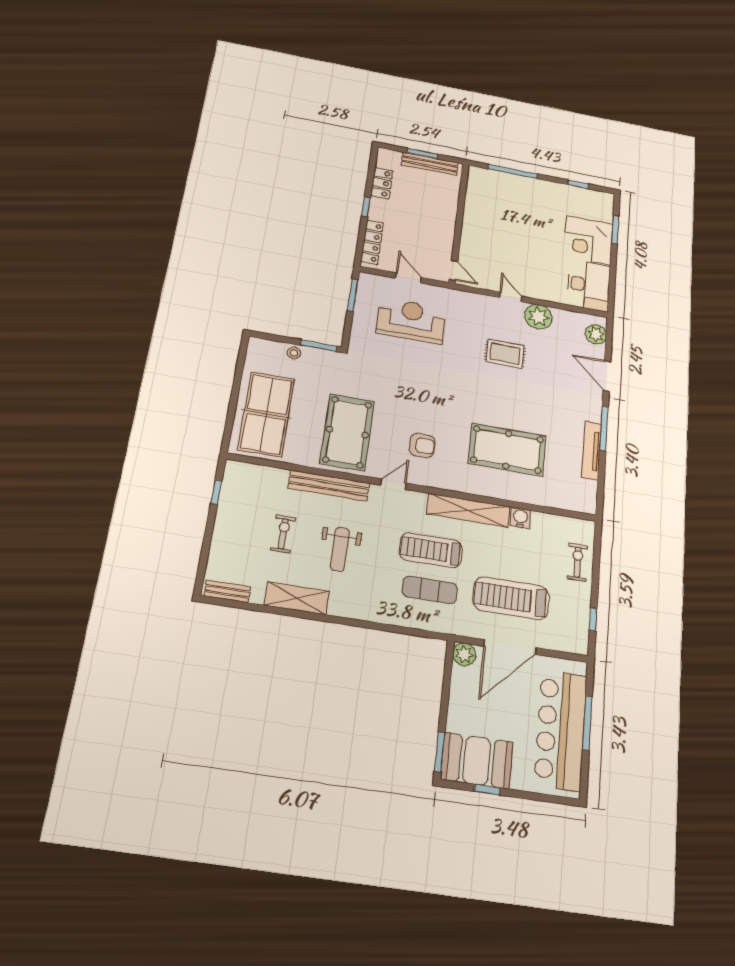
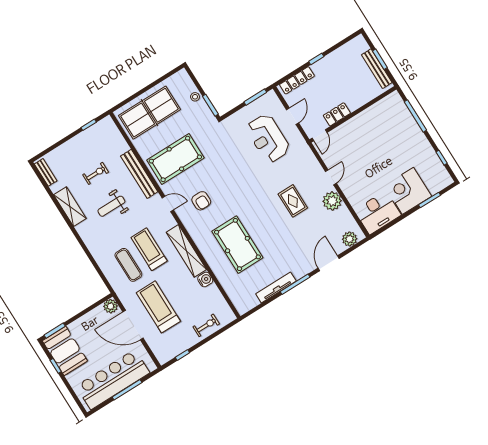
locker: (382, 183) -> (337, 114), moved, turned 180
reception desk: (411, 321) -> (268, 138), turned 180

